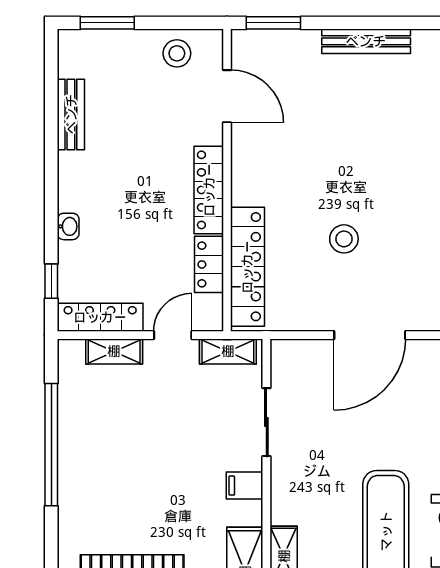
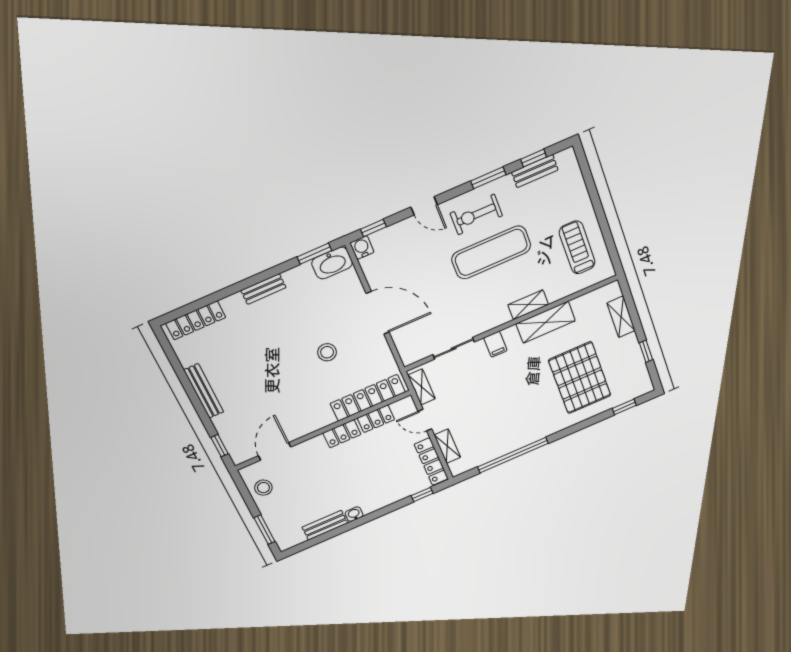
window: (273, 23) -> (220, 446), width x0.67
locker: (209, 190) -> (342, 434), width x0.66
washbasin: (68, 226) -> (354, 514), moved

